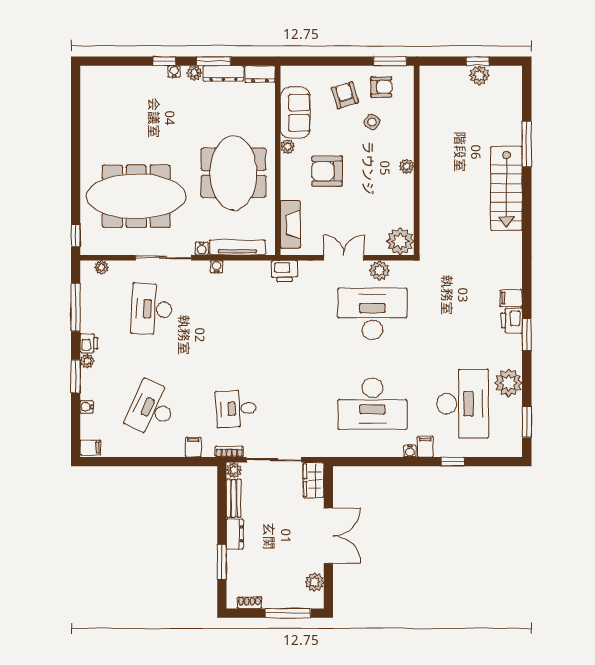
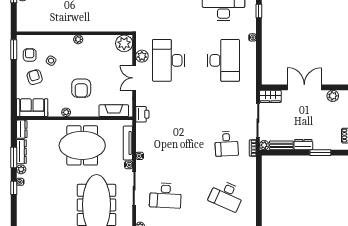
armchair: (345, 95) -> (35, 77), turned 90
sofa: (295, 113) -> (32, 108), moved
filing cabinet: (193, 447) -> (250, 170), removed
filing cabinet: (425, 447) -> (250, 28), removed

